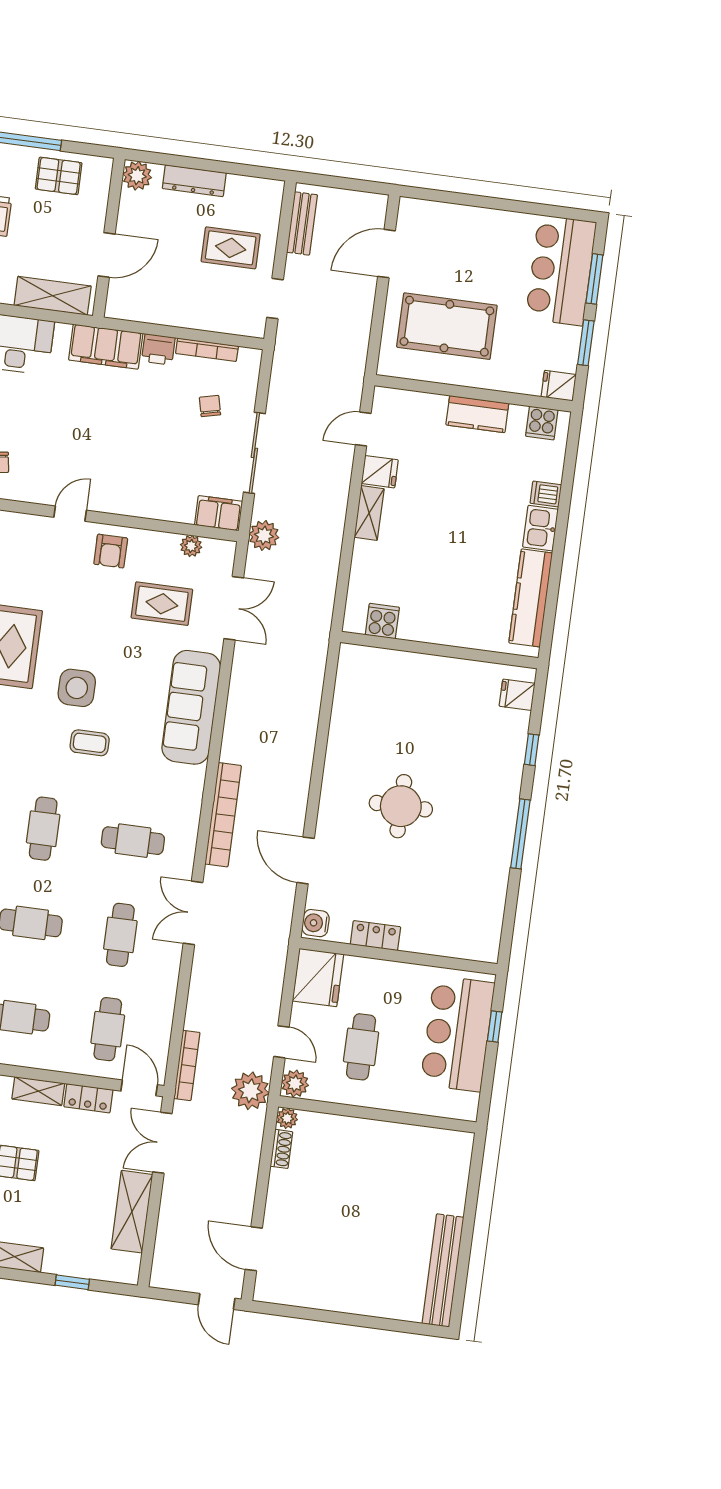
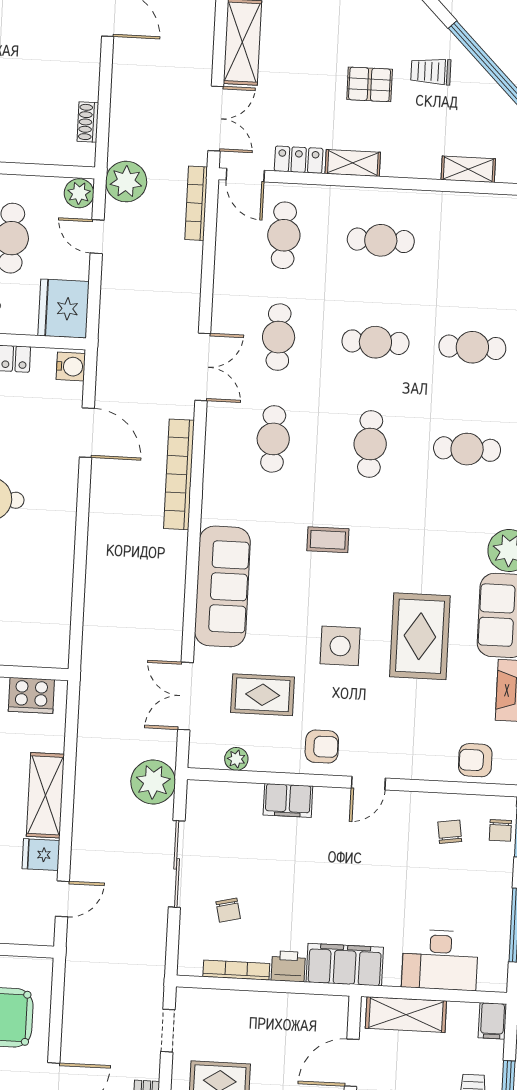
filing cabinet: (219, 513) -> (288, 800), moved
shelving: (369, 513) -> (45, 795), width x1.50, depth x1.33
plant: (264, 536) -> (153, 782), width x1.36, depth x1.36
armchair: (111, 551) -> (322, 747), turned 90
cooker: (382, 621) -> (31, 695), width x1.36
side table: (77, 688) -> (340, 646), moved
cafe table: (133, 841) -> (273, 439), turned 90
plant: (287, 1118) -> (84, 155), removed

